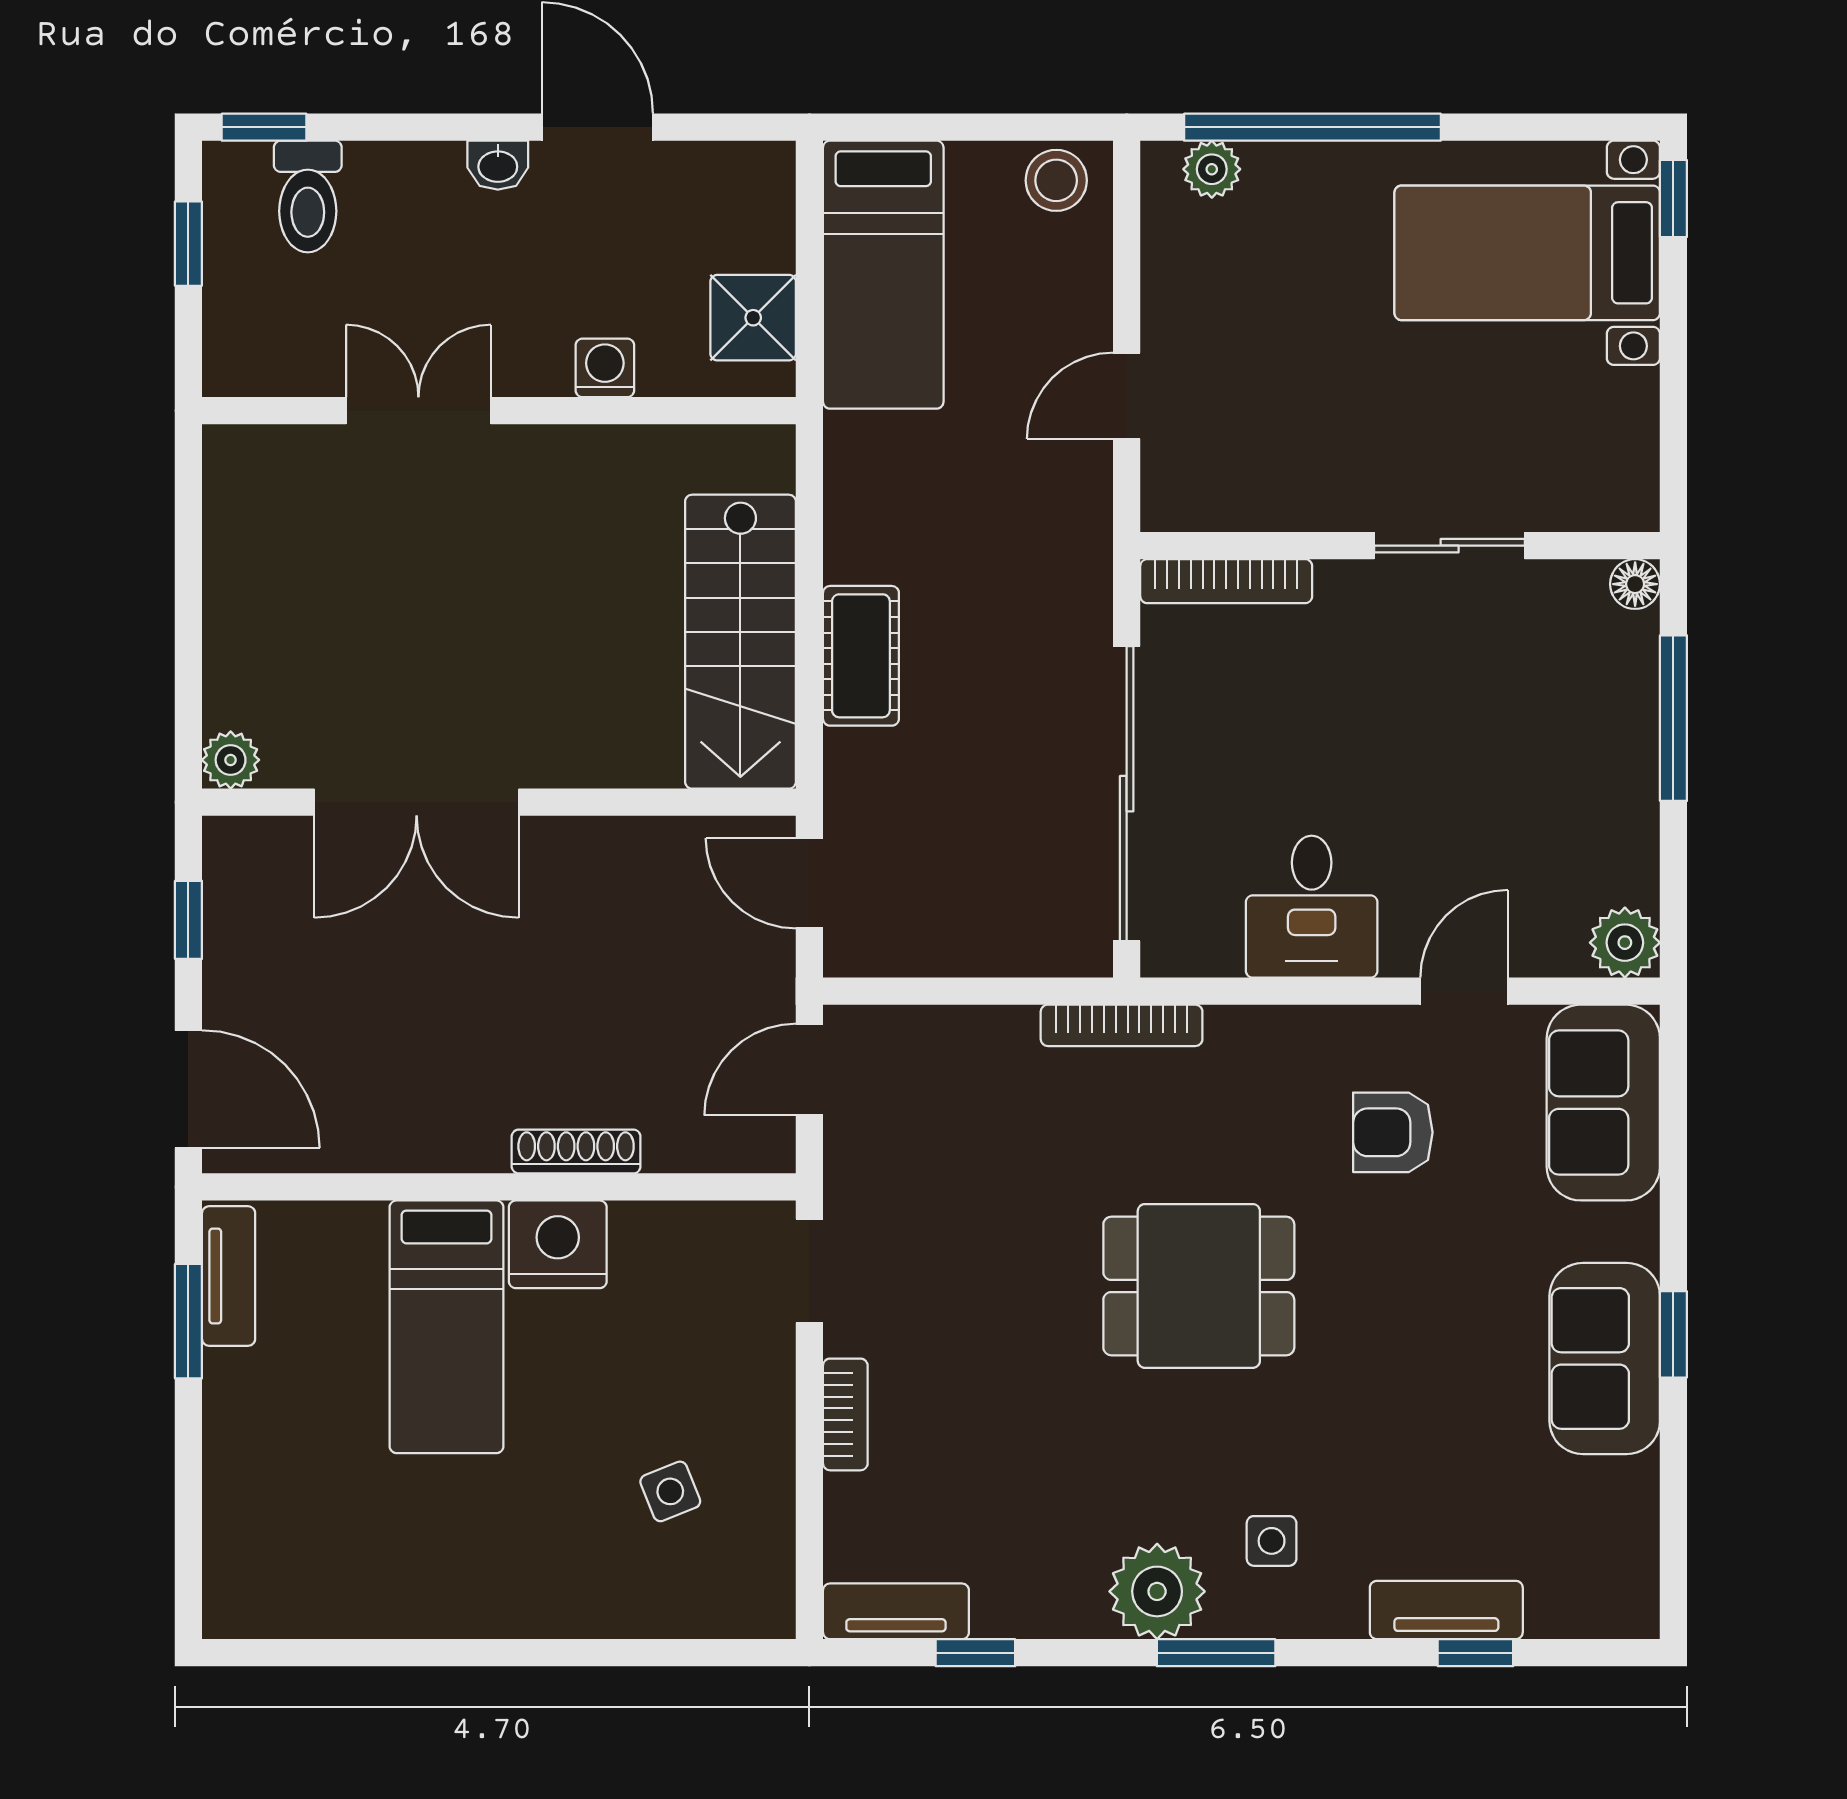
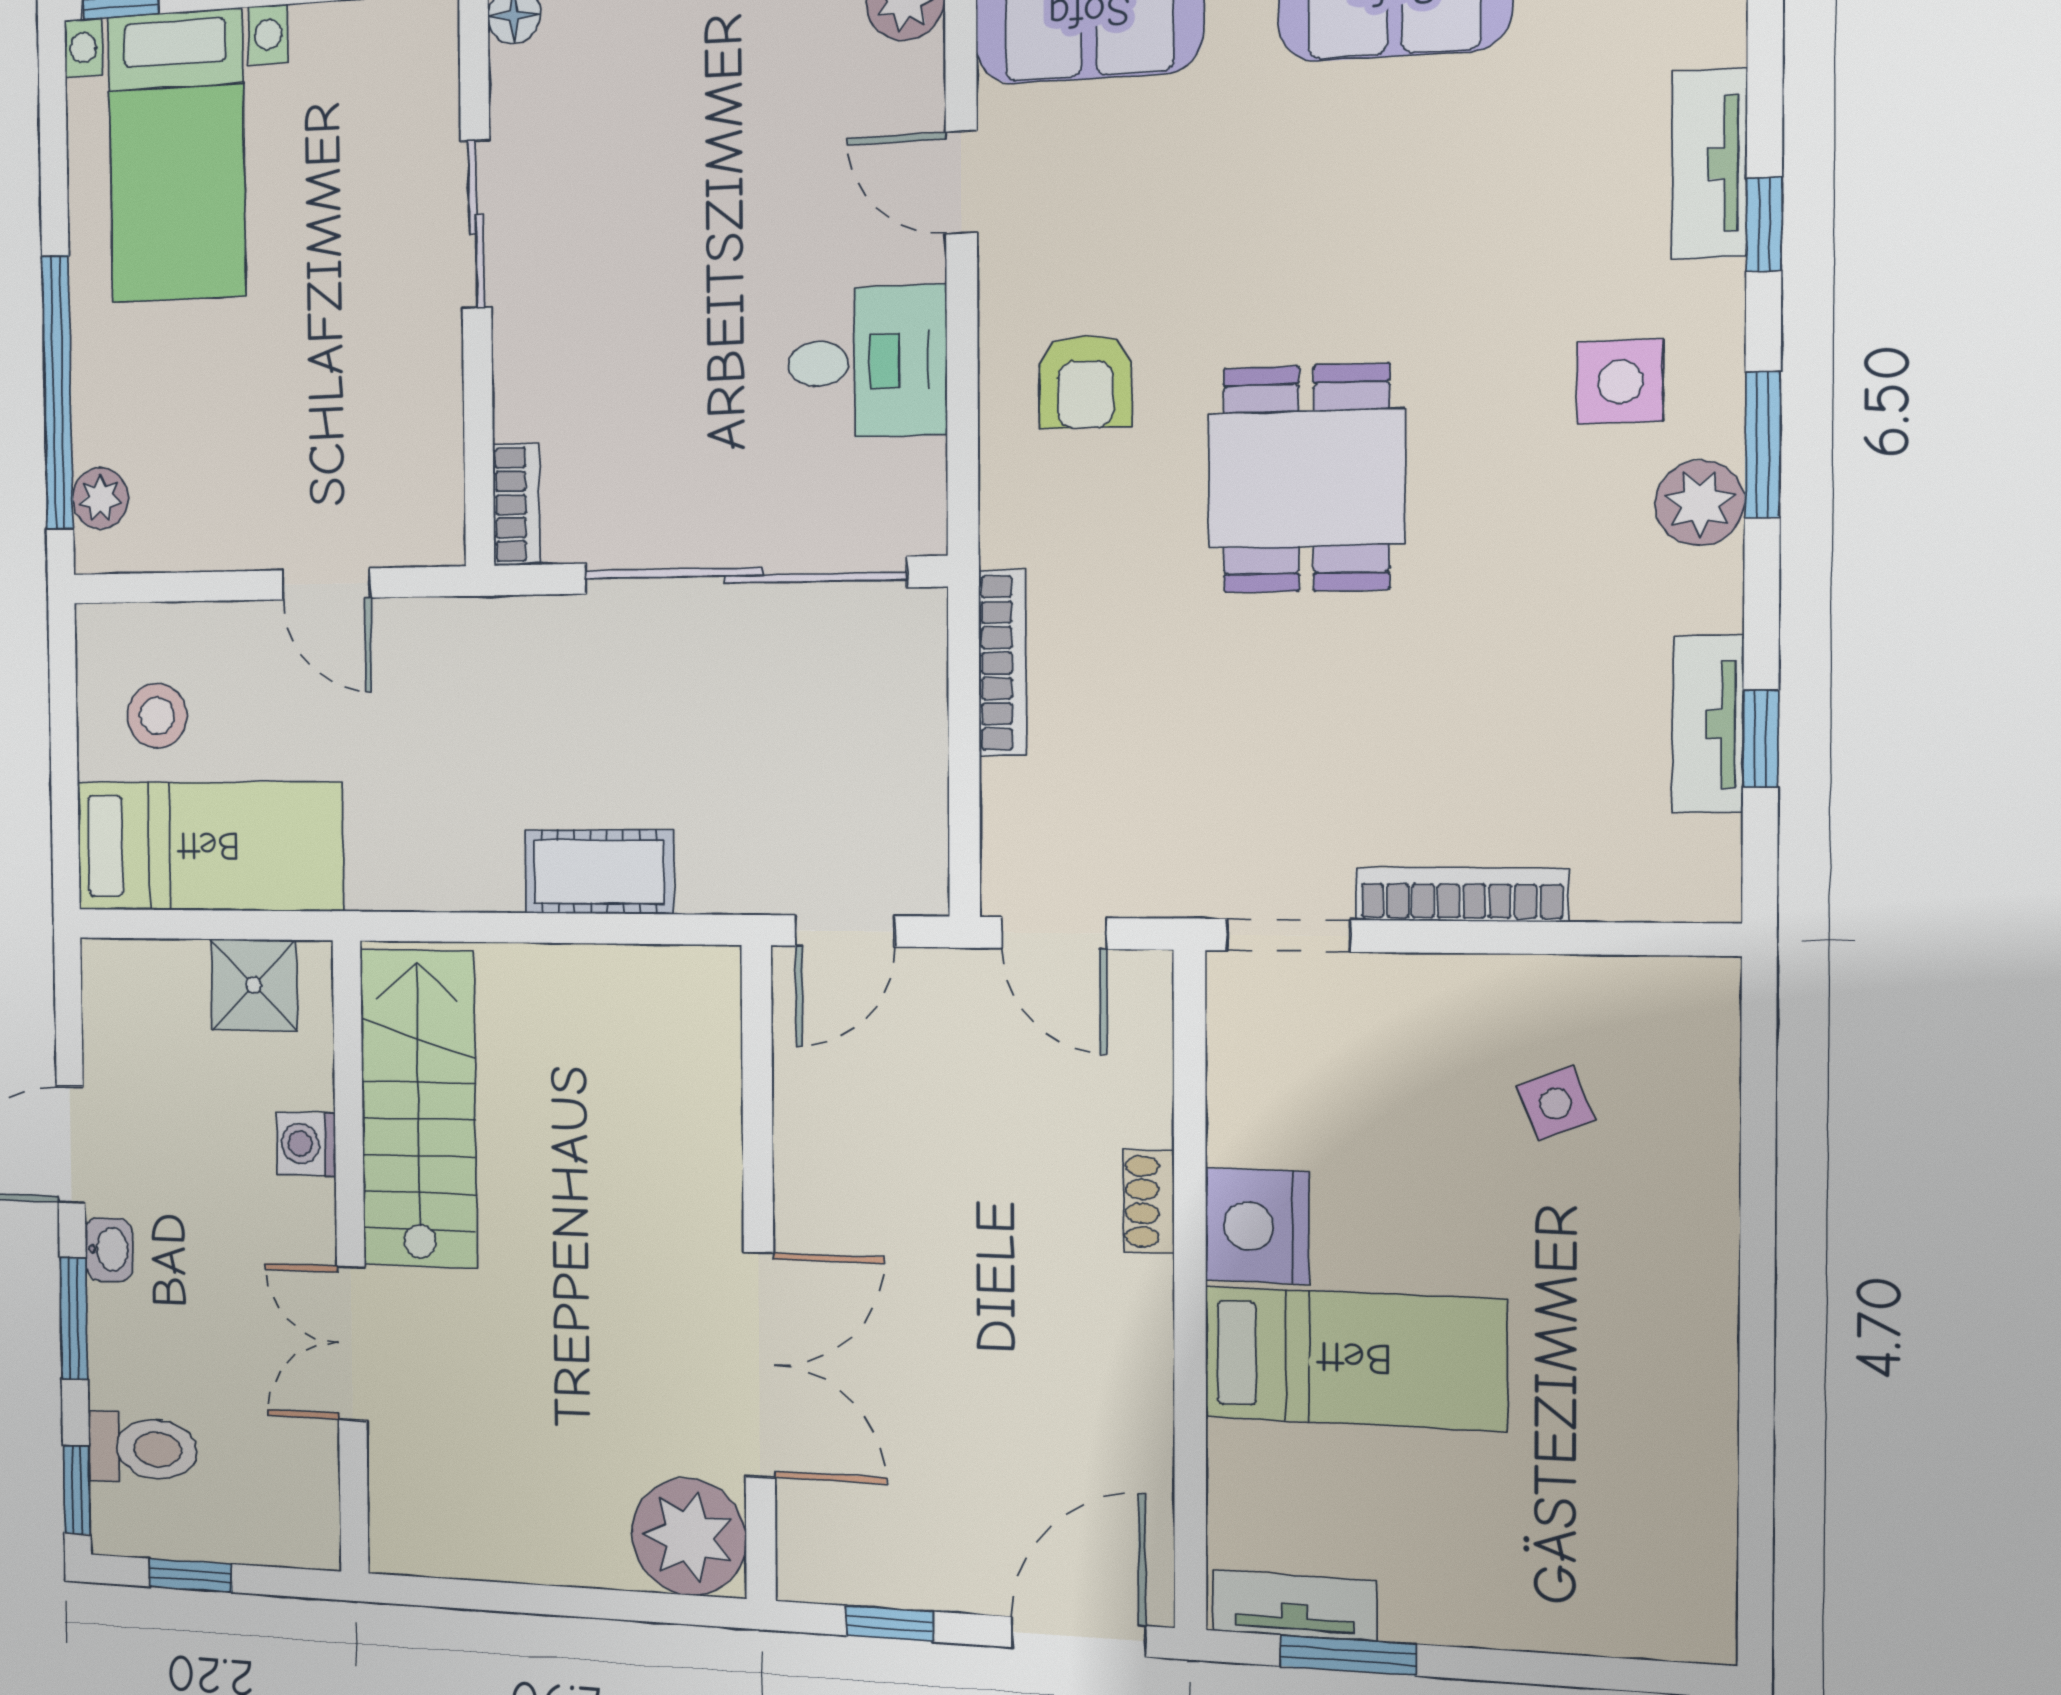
window: (430, 127) -> (74, 1319), added
stool: (1056, 180) -> (157, 716), moved
bookcase: (1226, 581) -> (516, 504), width x0.64
stairs: (740, 642) -> (418, 1109), moved, turned -90
plant: (231, 760) -> (689, 1537), width x1.87, depth x1.87
bookcase: (1122, 1025) -> (1002, 663), moved
armchair: (1393, 1132) -> (1085, 382), moved
shoe rack: (576, 1152) -> (1149, 1202), width x0.70
bookcase: (845, 1414) -> (1461, 895), width x1.56
side table: (1272, 1541) -> (1620, 382), width x1.37, depth x1.37
plant: (1157, 1591) -> (1700, 503), width x0.73, depth x0.73
tv unit: (896, 1611) -> (1708, 724), moved
window: (1475, 1653) -> (1764, 224), moved

